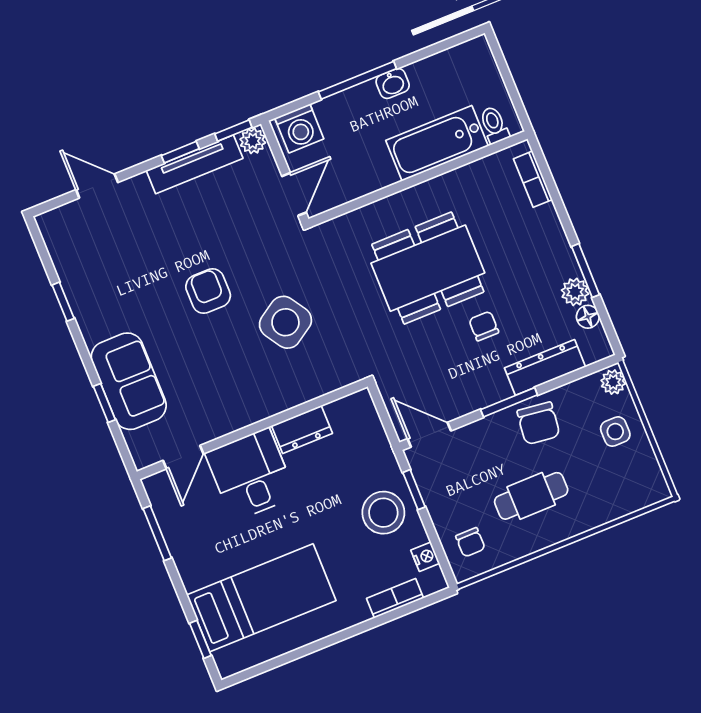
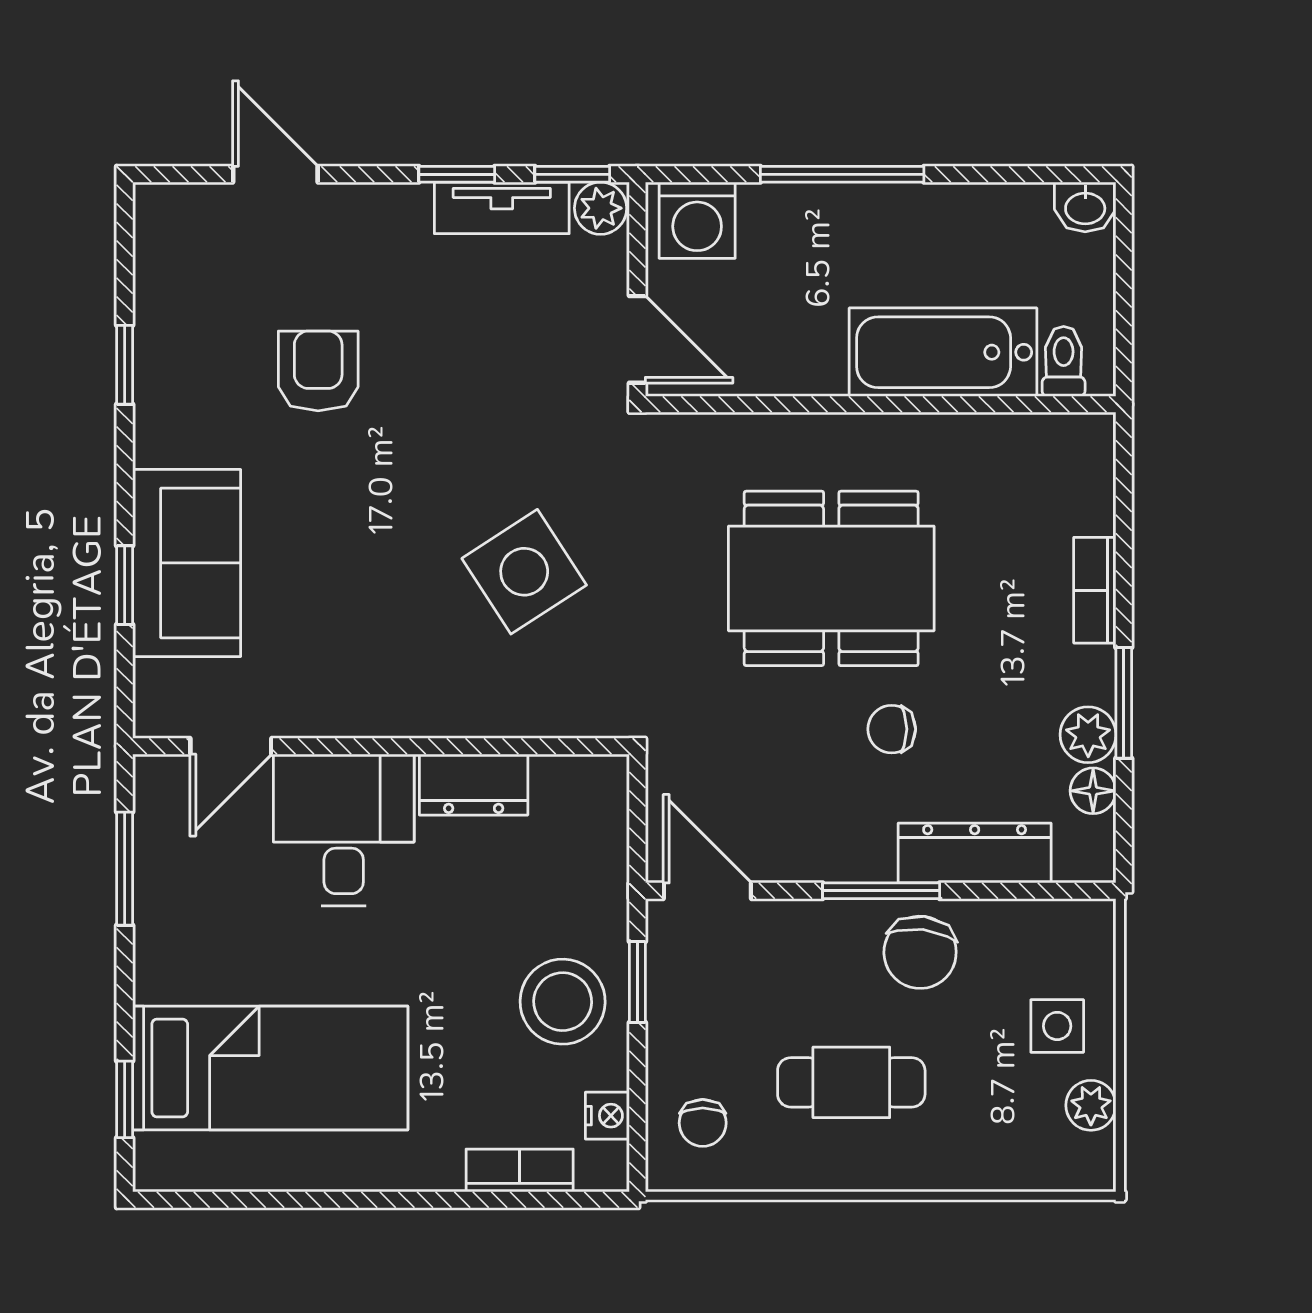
washbasin: (393, 83) -> (1085, 207), moved
tv unit: (195, 164) -> (502, 208), width x0.71
bookcase: (533, 179) -> (1095, 590), moved
door: (294, 194) -> (637, 339), hinge flipped
armchair: (208, 291) -> (318, 371), moved
chair: (484, 326) -> (892, 729), turned -90
plant: (613, 382) -> (1091, 1105), moved

